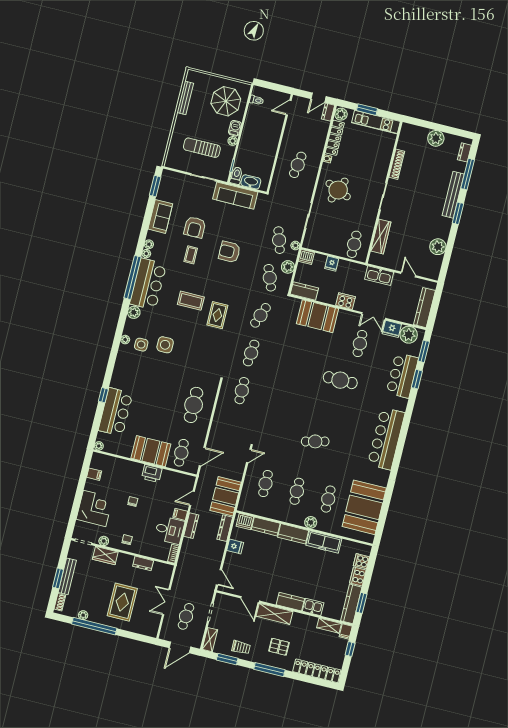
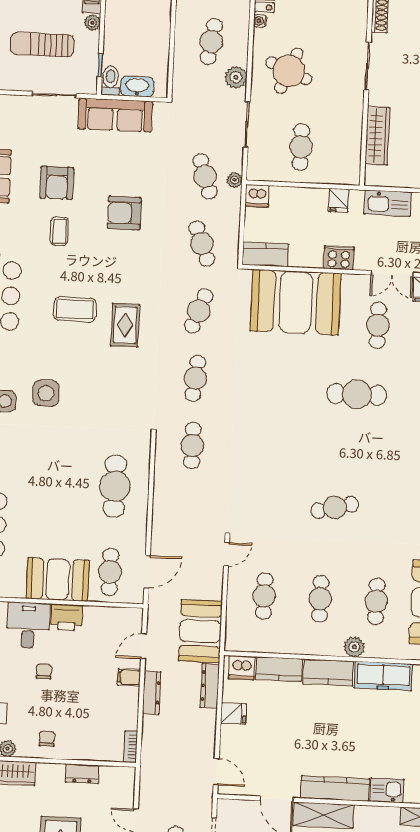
cafe table: (354, 244) -> (301, 147), moved
fridge: (332, 264) -> (339, 200), moved
plant: (288, 267) -> (236, 77), moved
booth: (317, 316) -> (296, 302), width x1.36, depth x1.42
desk: (169, 530) -> (28, 625), moved, turned -90
kitchen counter: (290, 602) -> (335, 789), width x1.50

